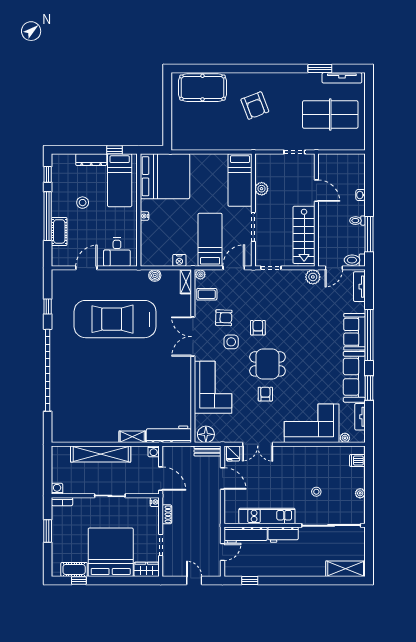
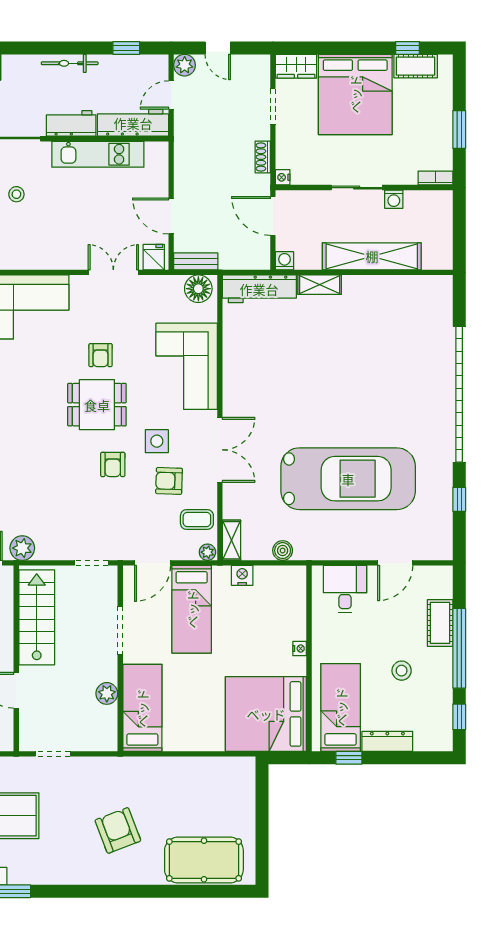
washing machine: (57, 489) -> (394, 199), moved
plant: (214, 570) -> (185, 65), added
bicycle: (284, 571) -> (70, 63), added

